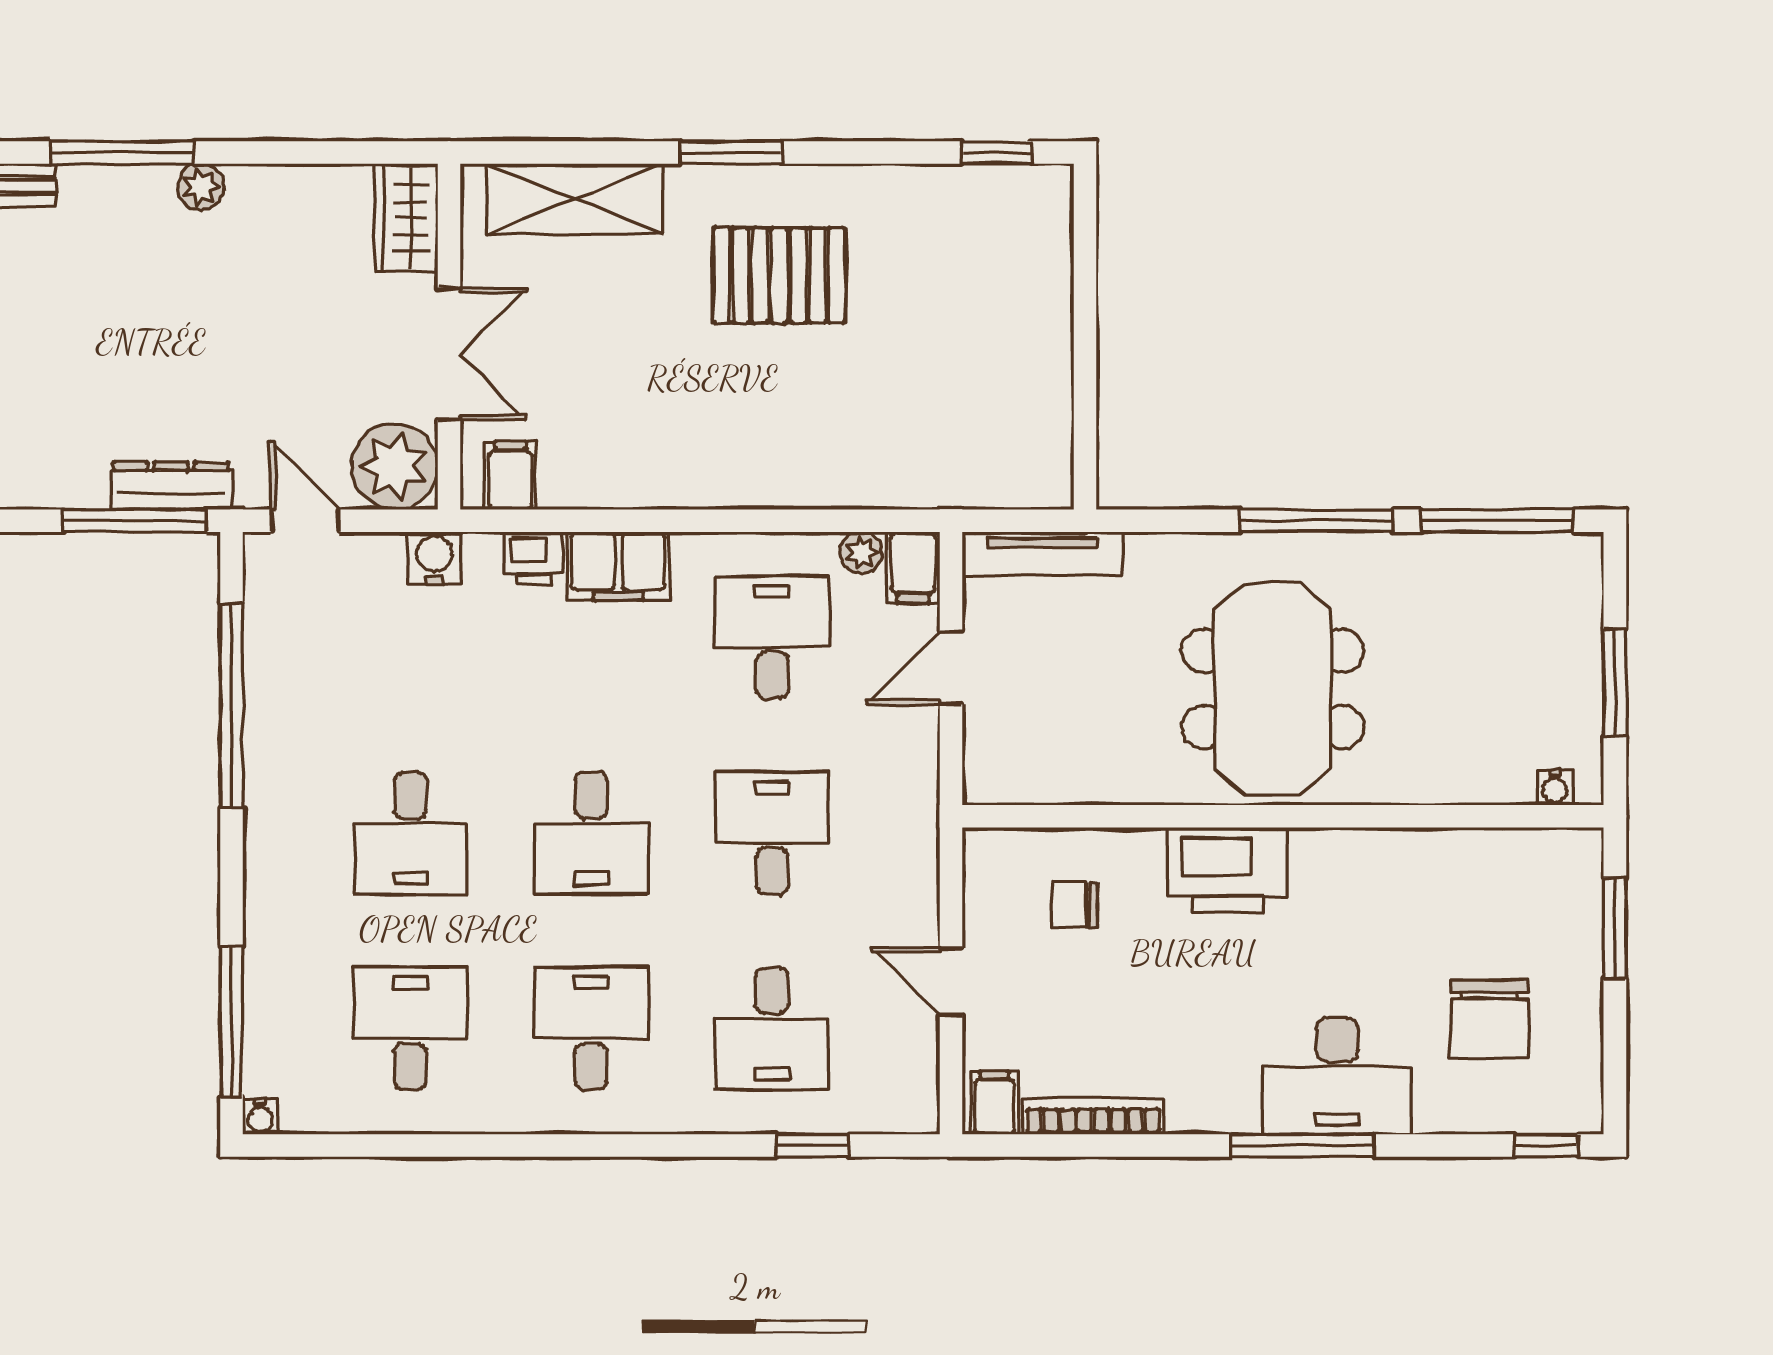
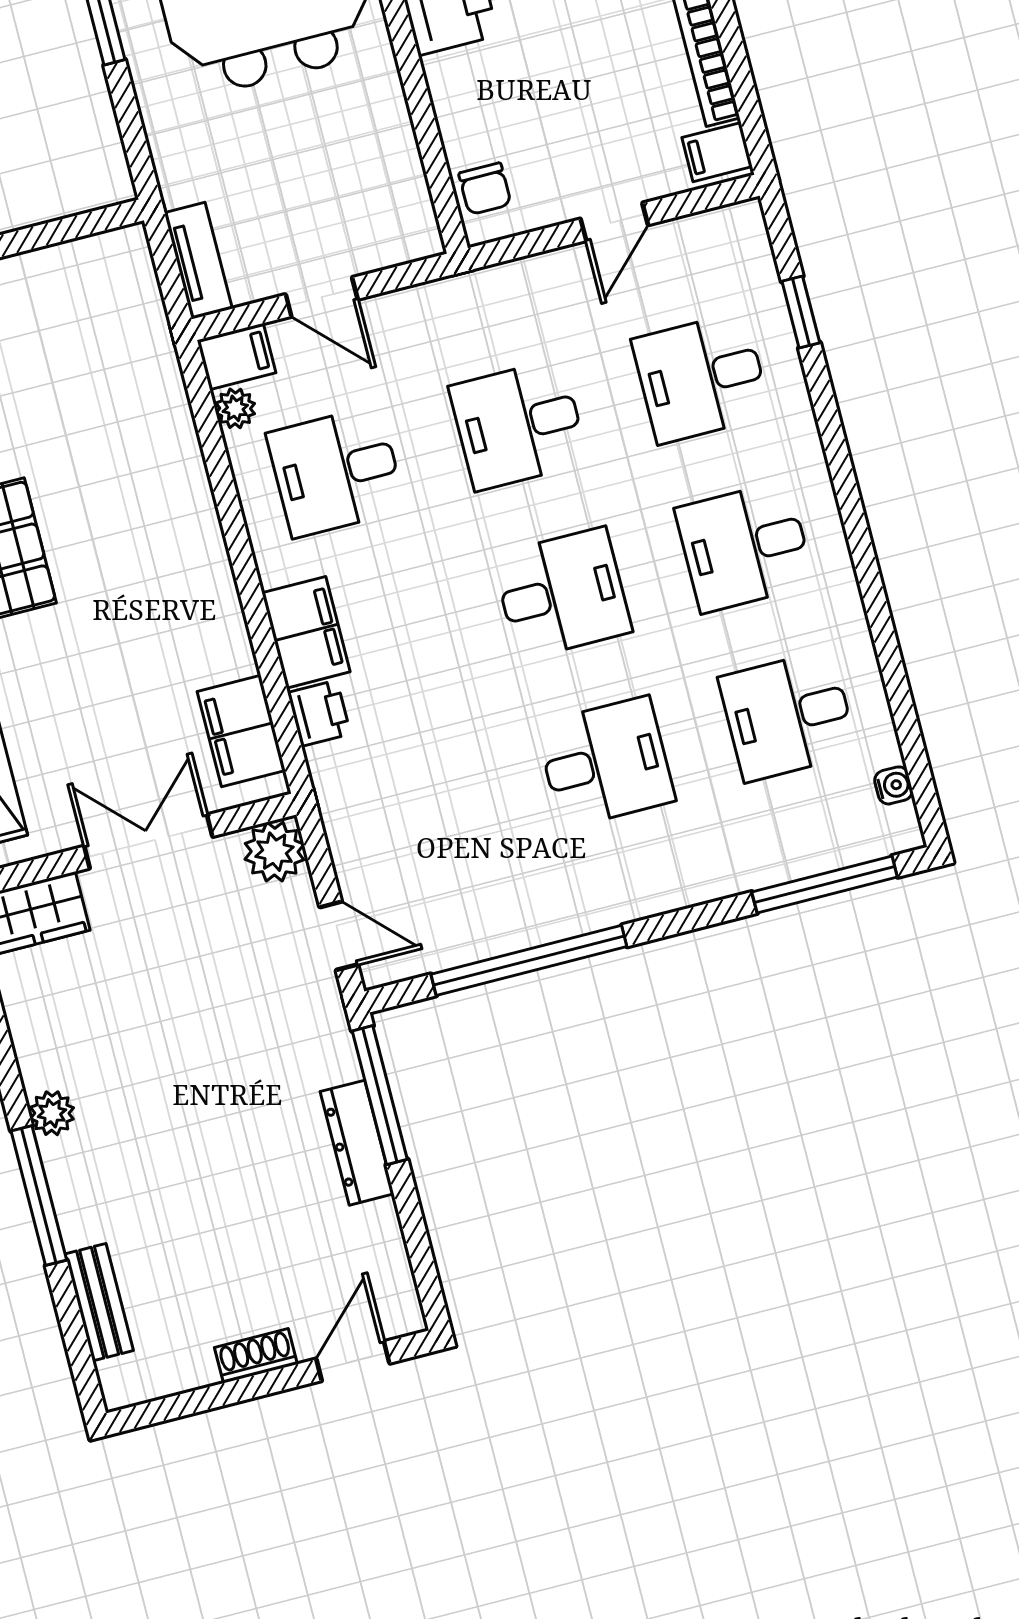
plant: (395, 466) -> (275, 852), width x0.73, depth x0.73
filing cabinet: (510, 475) -> (241, 731), width x2.00
dresser: (171, 486) -> (357, 1143), moved
door: (305, 521) -> (339, 936), swing flipped
tv unit: (1043, 554) -> (198, 261), width x0.71
water cooler: (434, 558) -> (343, 806), removed
chair: (1075, 905) -> (485, 189), moved
desk: (772, 1029) -> (701, 378), turned 180
water cooler: (260, 1117) -> (894, 785), moved

